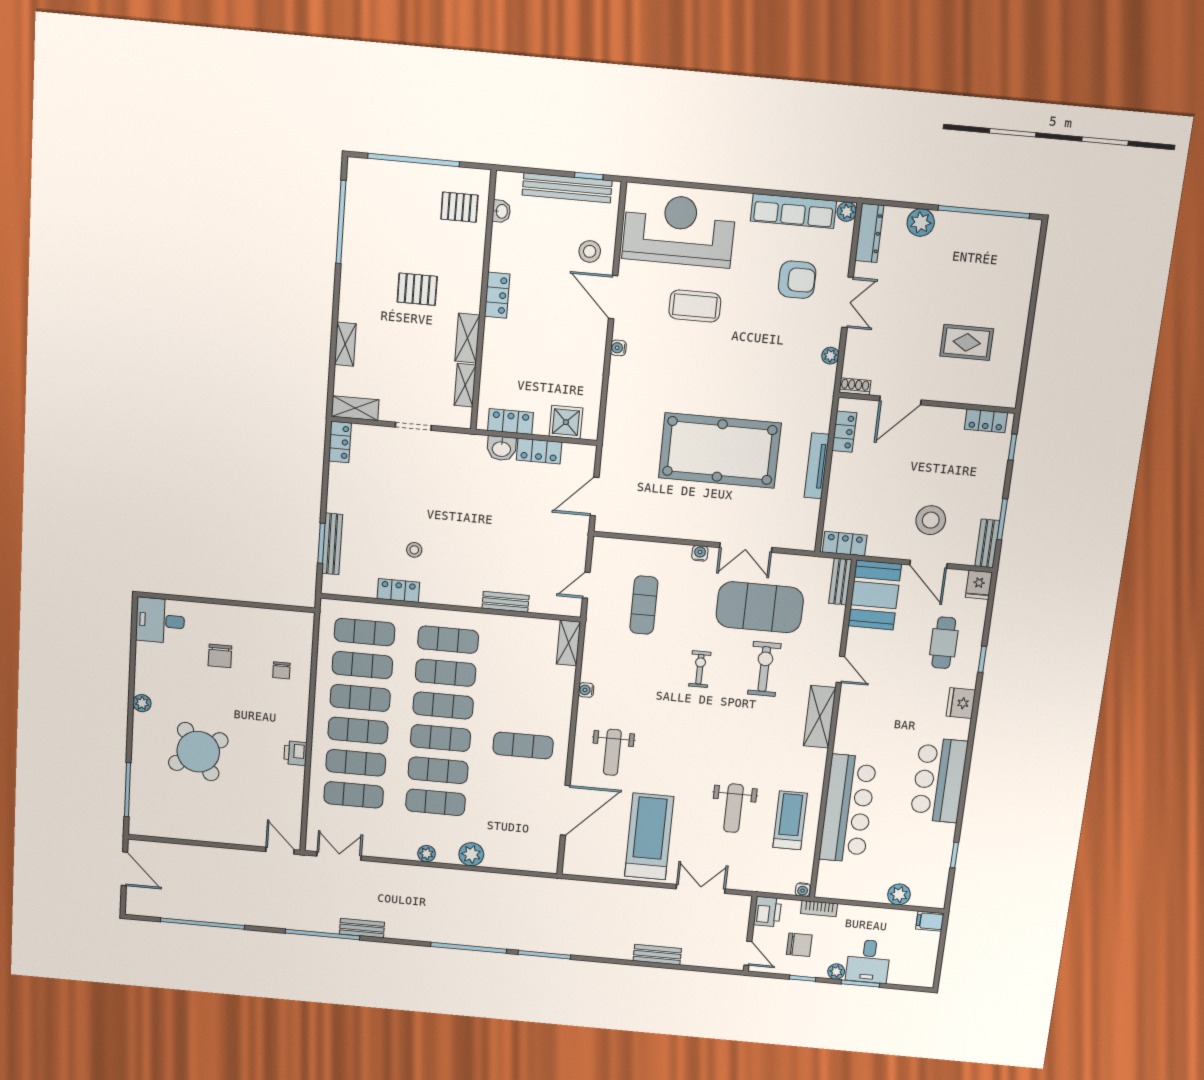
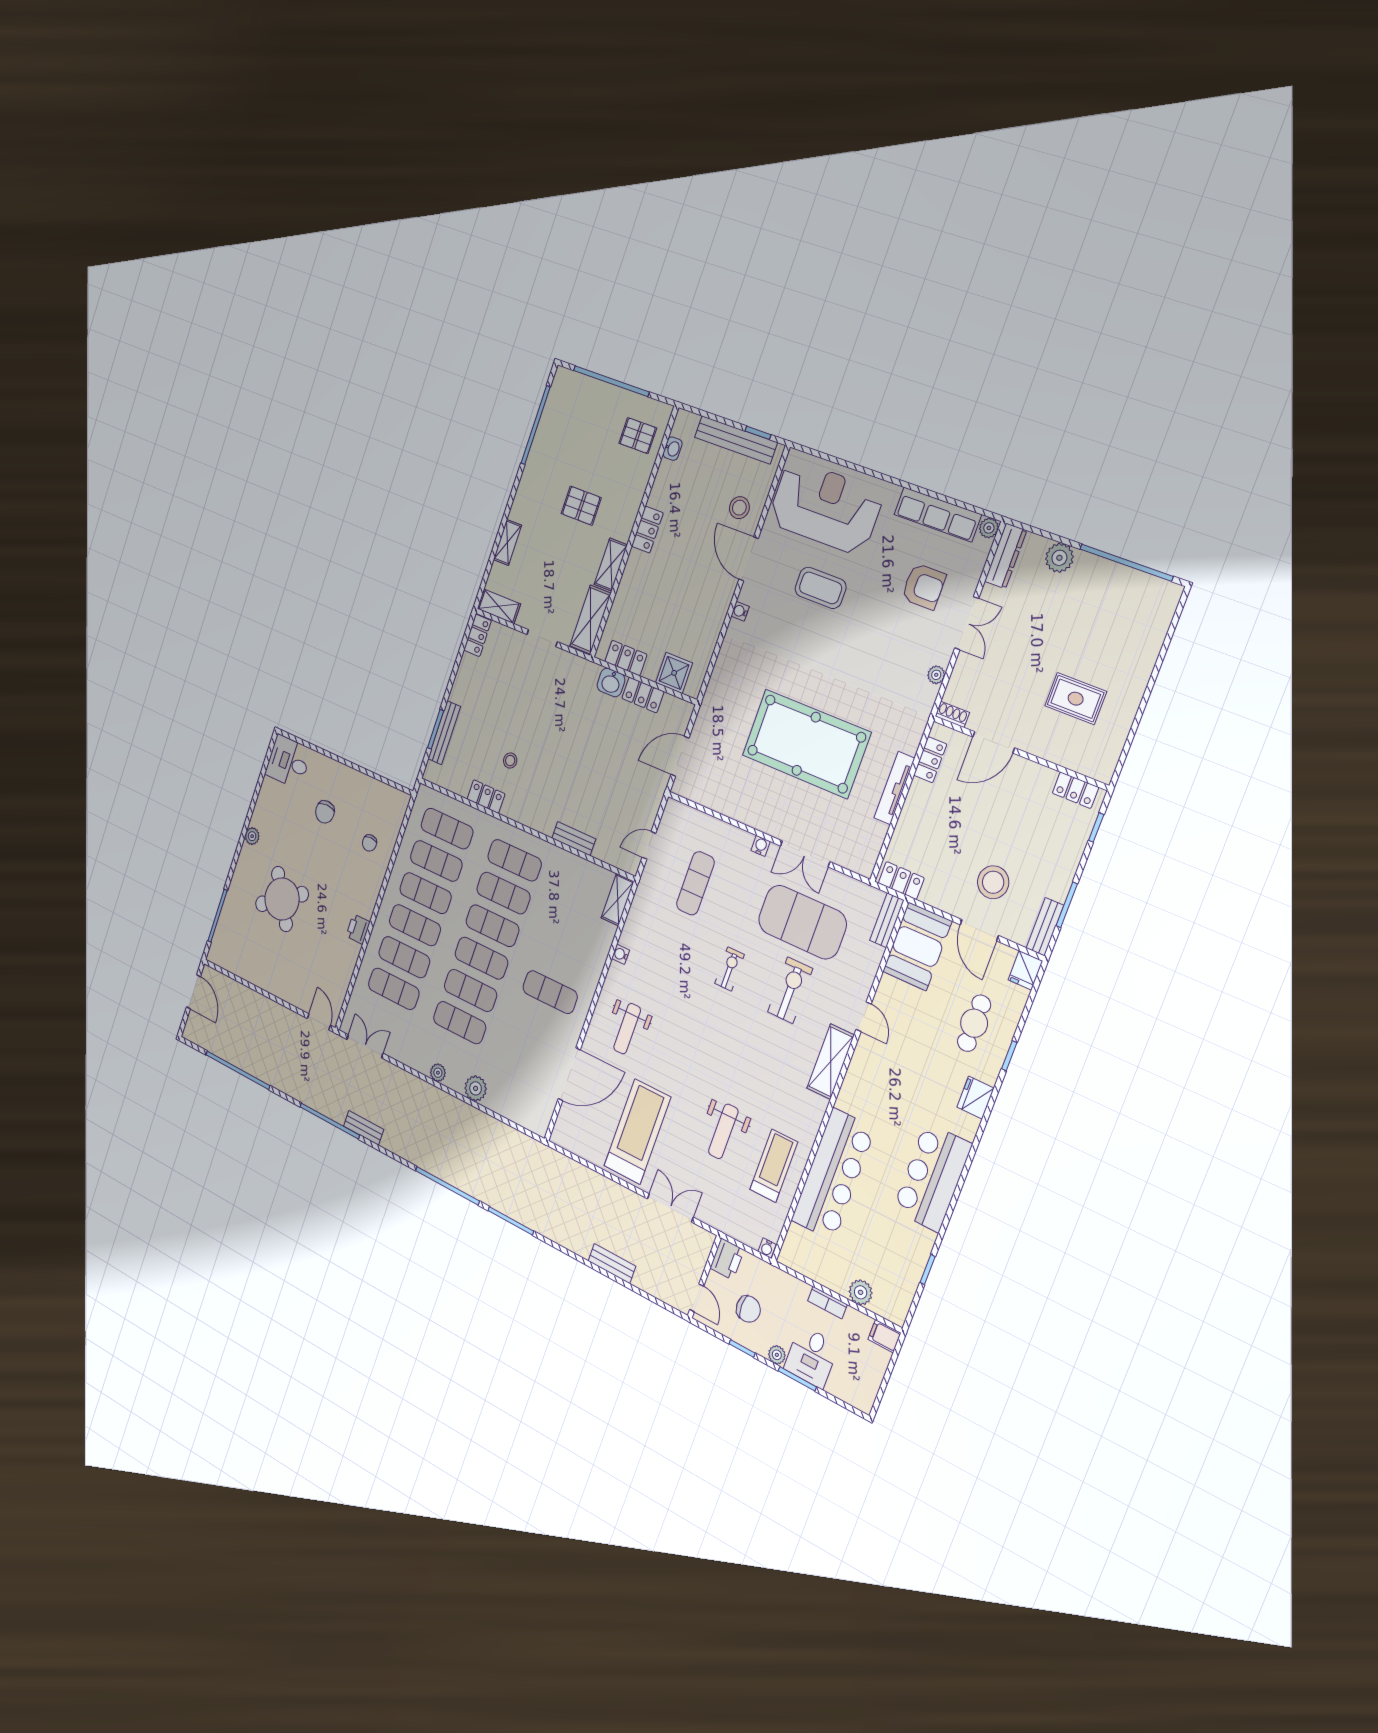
shelving: (465, 385) -> (590, 620), width x1.50, depth x1.33
bookcase: (819, 909) -> (827, 1303), moved

